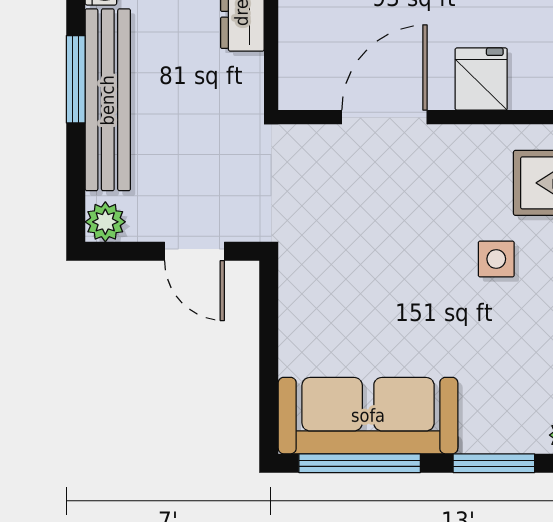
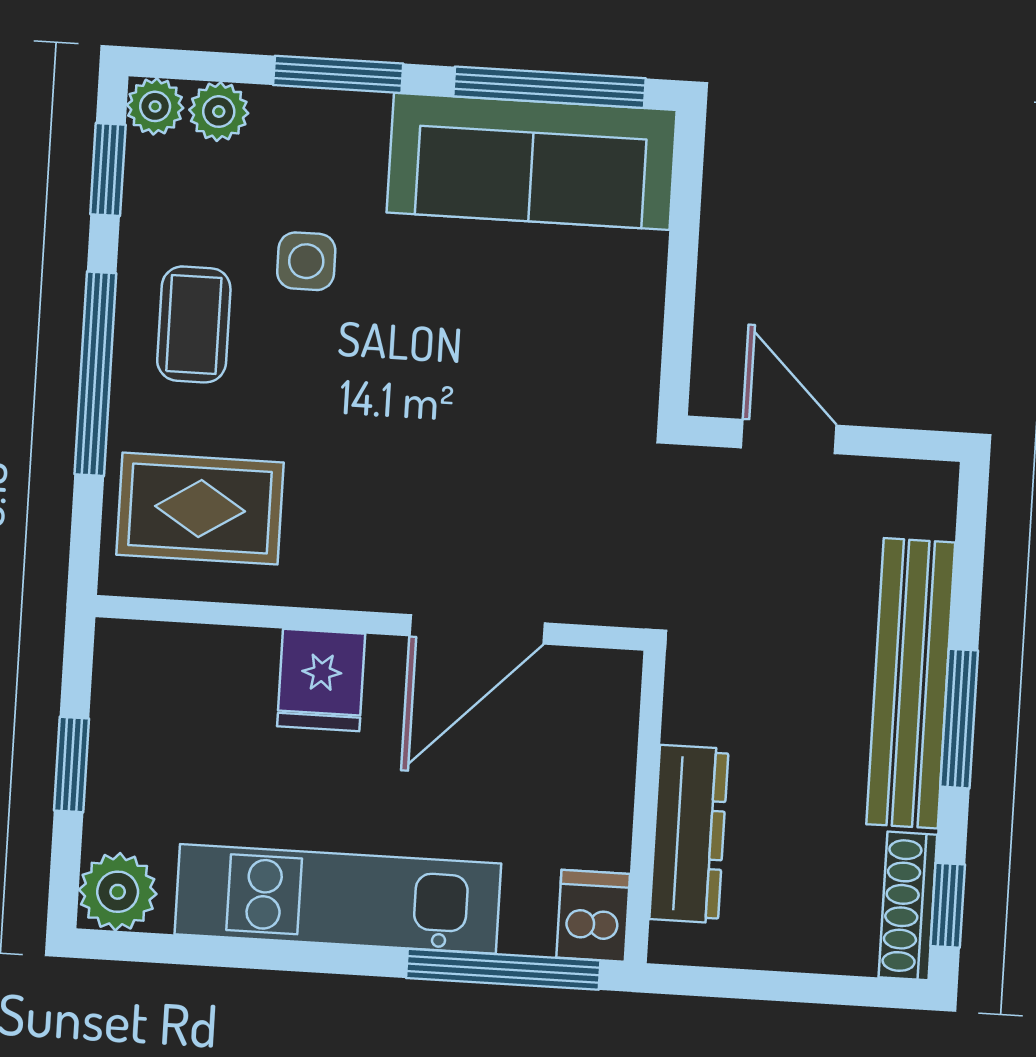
plant: (105, 222) -> (926, 492), removed
side table: (496, 259) -> (306, 261), moved

